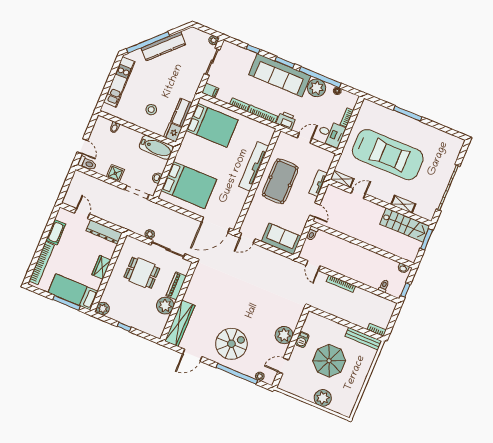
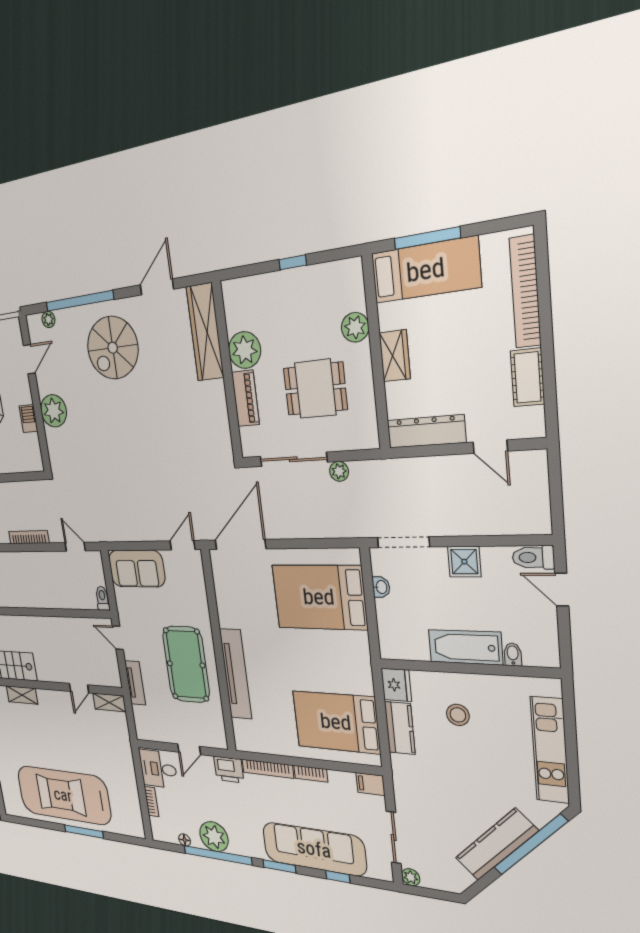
sofa: (280, 75) -> (314, 849), moved
bathtub: (156, 147) -> (465, 647), moved
car: (388, 155) -> (63, 795), moved
plant: (103, 309) -> (355, 327), moved

